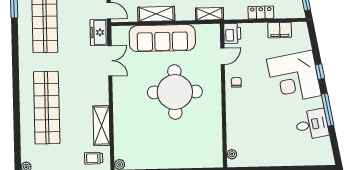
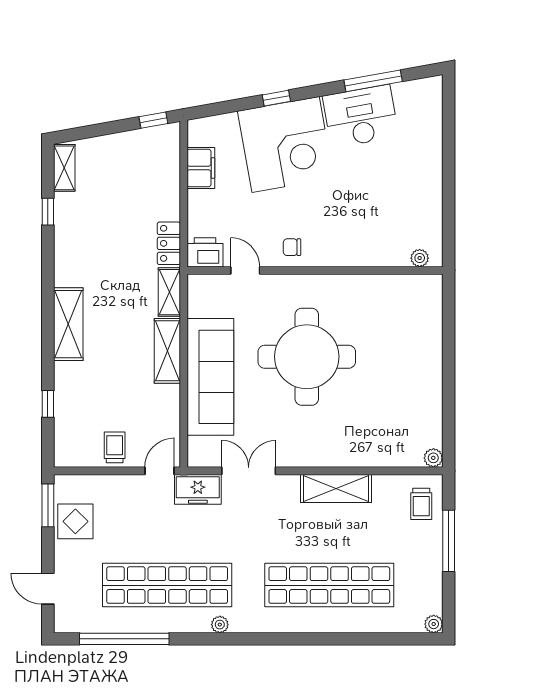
locker: (261, 12) -> (169, 243), moved
shelving: (156, 14) -> (167, 351), moved
plant: (23, 46) -> (220, 625), added
window: (328, 110) -> (373, 81), moved
desk: (312, 124) -> (361, 116), width x1.37
shelving: (101, 126) -> (336, 488), moved

